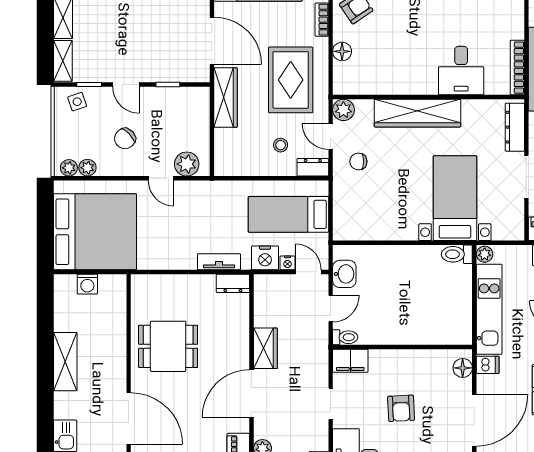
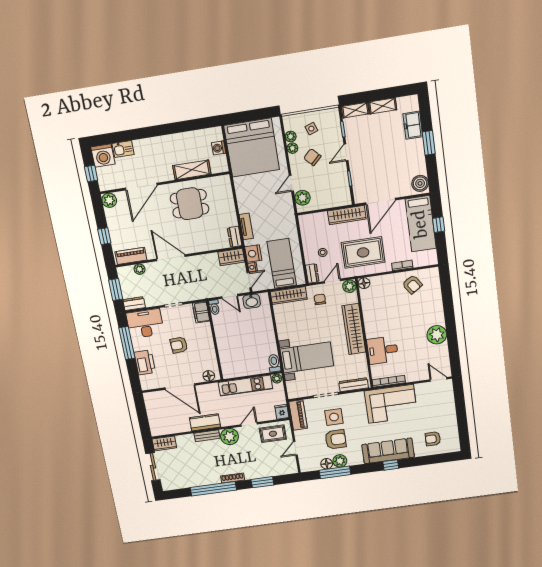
floor lamp: (342, 51) -> (364, 283), moved
side table: (77, 102) -> (311, 129), moved
plant: (69, 168) -> (292, 148), moved
wardrobe: (344, 212) -> (289, 296), added
dining table: (168, 346) -> (190, 204), turned 90
wardrobe: (265, 348) -> (231, 257), moved
shelving: (65, 362) -> (192, 170), moved
dishwasher: (488, 365) -> (213, 389), removed

